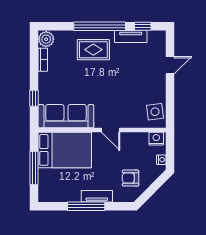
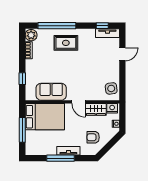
window: (100, 26) -> (57, 26), moved
tv unit: (131, 37) -> (107, 33), moved
sofa: (66, 116) -> (51, 92), width x0.73
wardrobe: (134, 140) -> (96, 109), added

